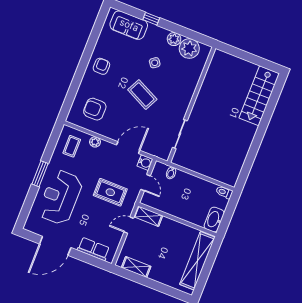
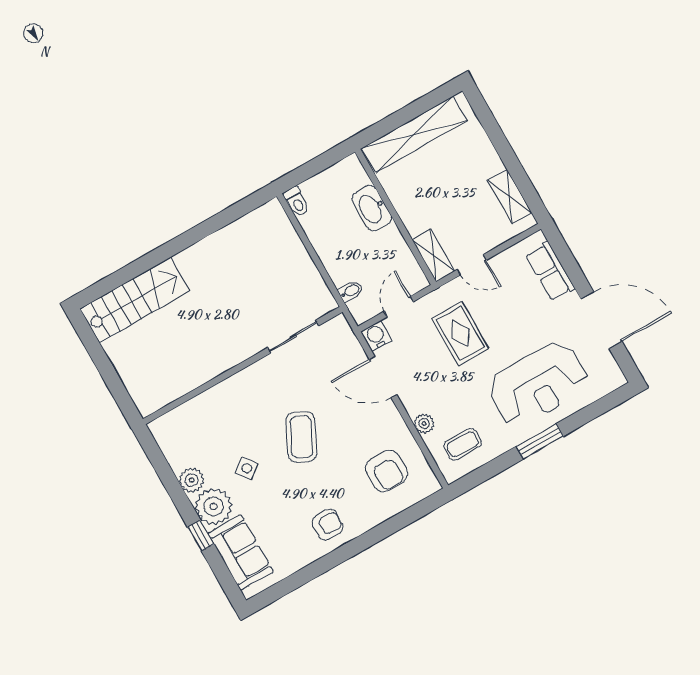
plant: (189, 49) -> (214, 507), moved
armchair: (101, 66) -> (327, 525), turned 180
washbasin: (214, 220) -> (372, 208), moved, turned 90

